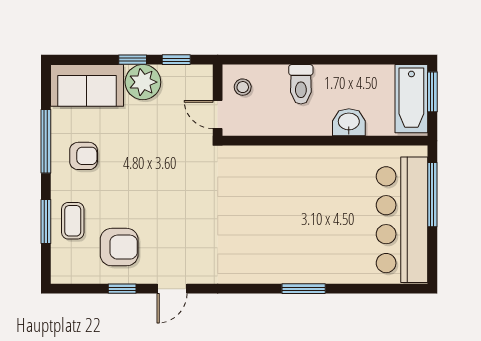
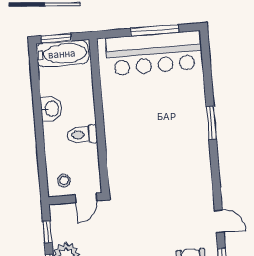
toilet: (301, 84) -> (82, 135), moved, turned 180
washbasin: (349, 122) -> (51, 109), moved, turned 180
window: (432, 195) -> (155, 30), moved

